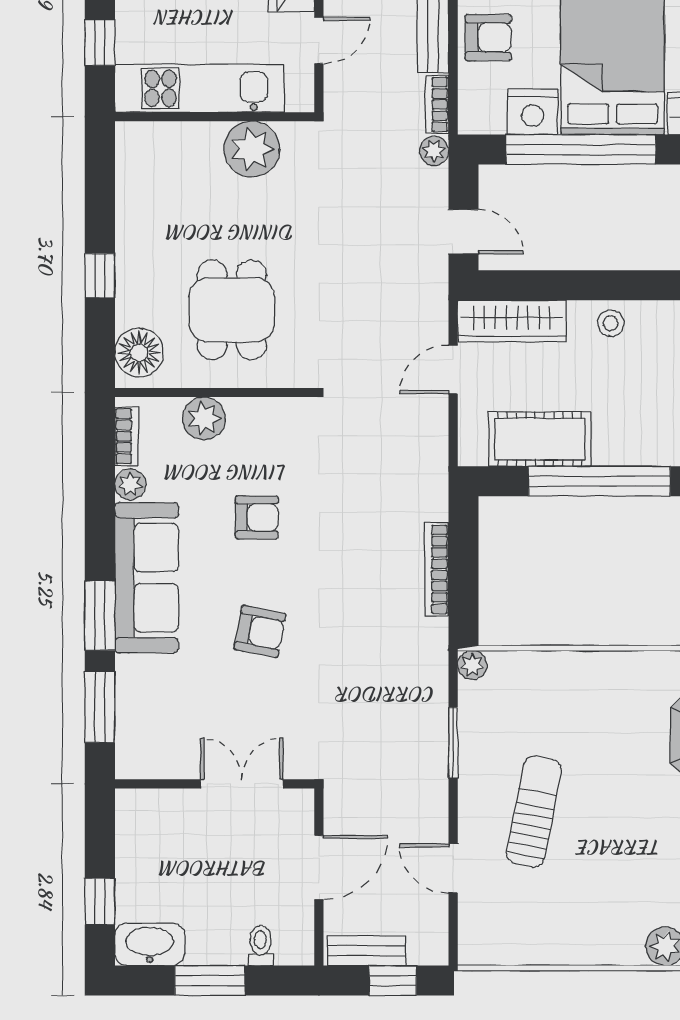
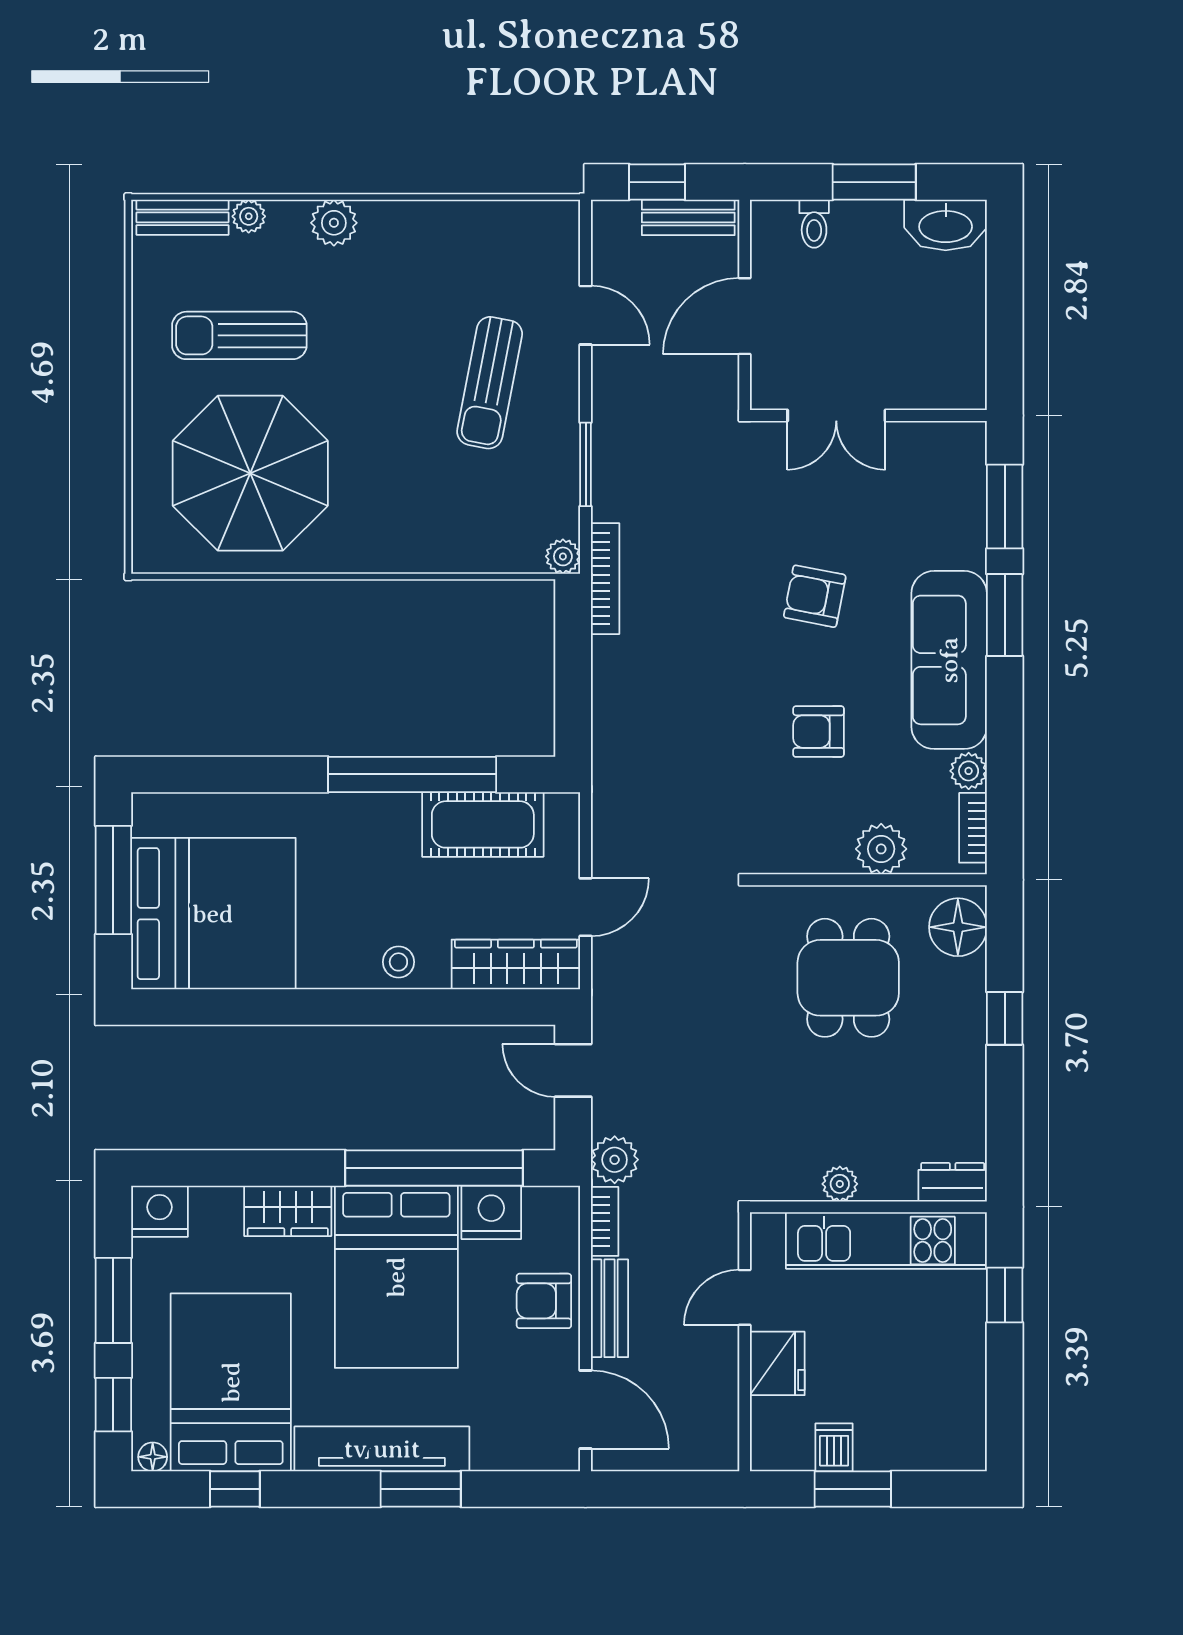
dresser: (144, 137) -> (953, 1182), added
plant: (252, 149) -> (840, 1184), width x0.53, depth x0.53
plant: (434, 151) -> (615, 1160), width x1.38, depth x1.38
bookcase: (437, 569) -> (605, 579), moved
window: (100, 901) -> (1005, 276), removed

